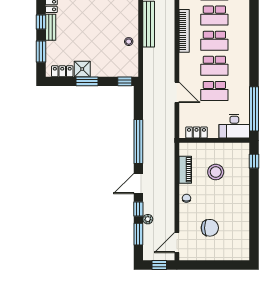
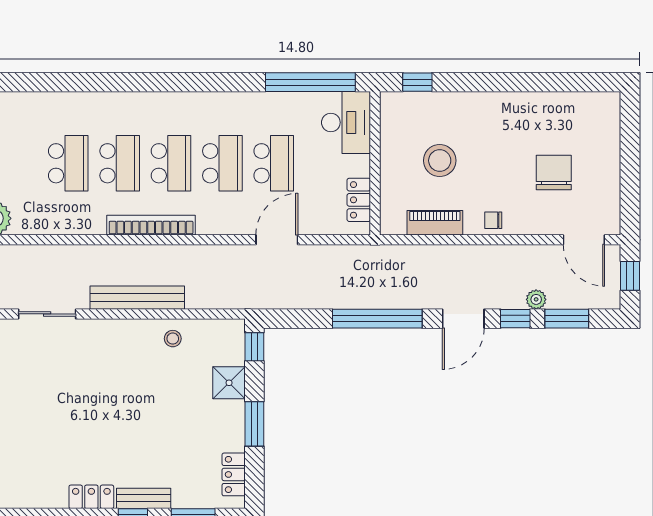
shower: (82, 69) -> (229, 383), moved
door: (138, 184) -> (463, 319), hinge flipped

